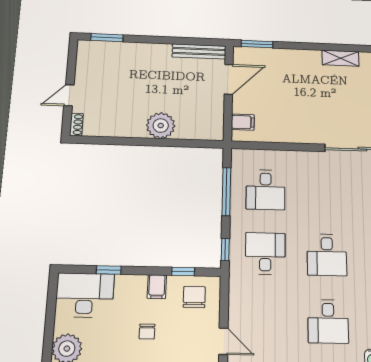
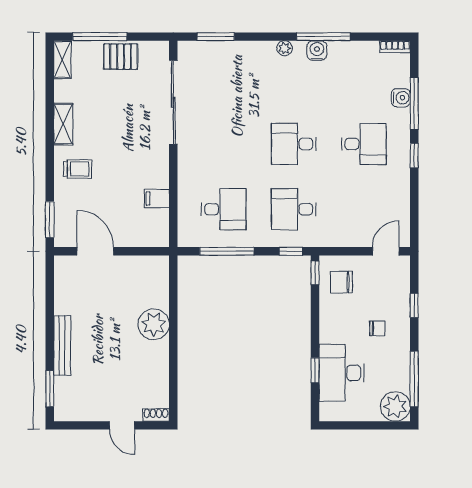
bench: (199, 51) -> (62, 345), moved
trolley: (301, 68) -> (78, 169), added
filing cabinet: (243, 122) -> (157, 199), moved, turned -90
desk: (327, 255) -> (294, 144), turned 180
window: (183, 272) -> (315, 273), moved
filing cabinet: (157, 287) -> (331, 321), removed
desk: (85, 295) -> (341, 373), moved

